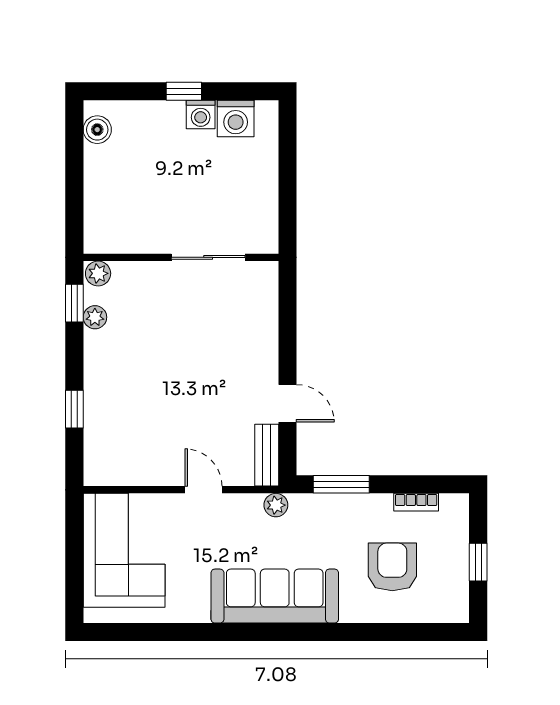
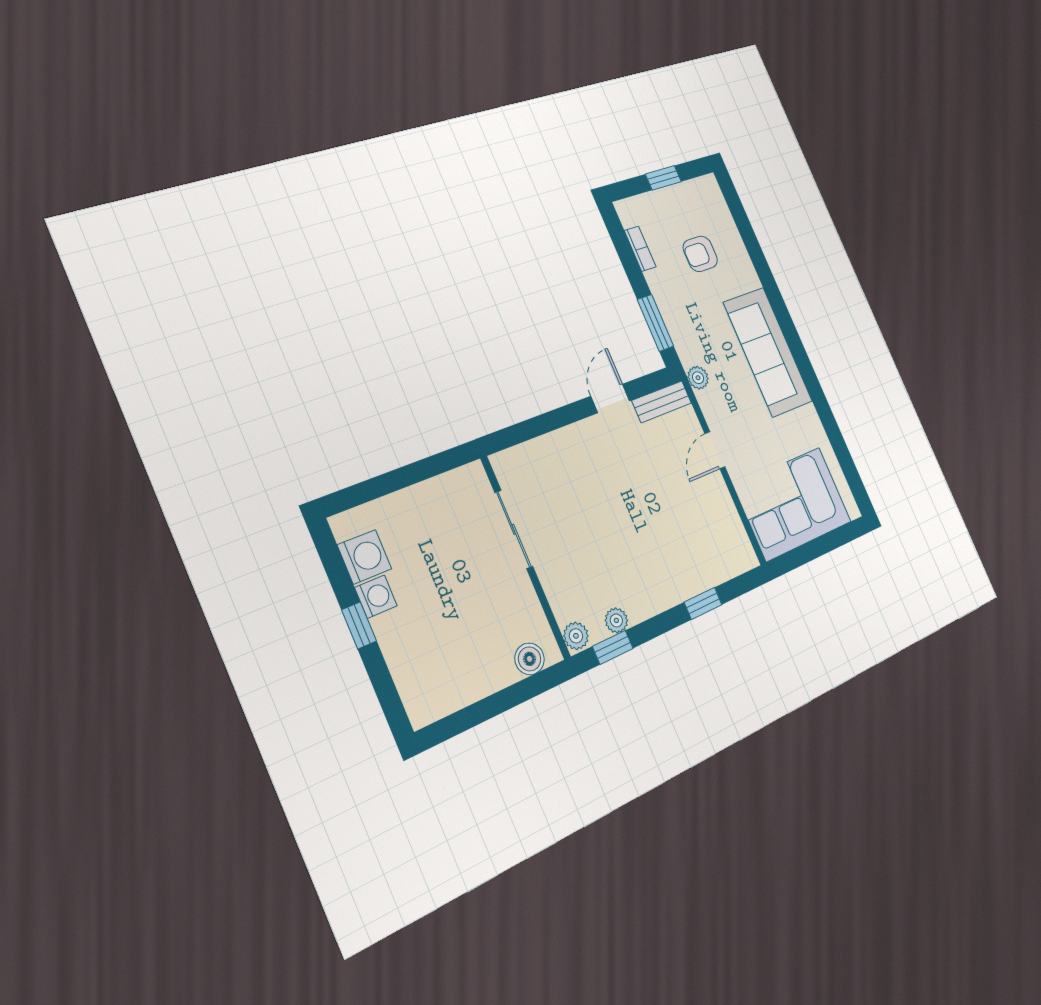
boiler: (97, 130) -> (530, 659), moved
armchair: (392, 567) -> (700, 254), width x0.72, depth x0.72

